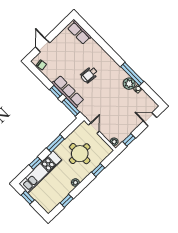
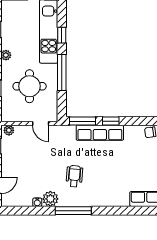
window: (132, 74) -> (73, 211), moved
wheelchair: (89, 75) -> (74, 176), moved
window: (56, 144) -> (62, 73), width x1.44

